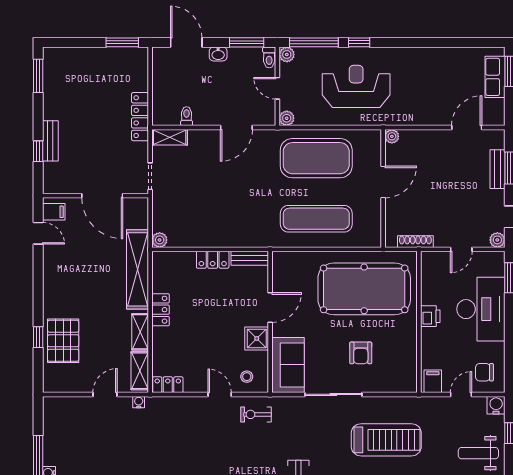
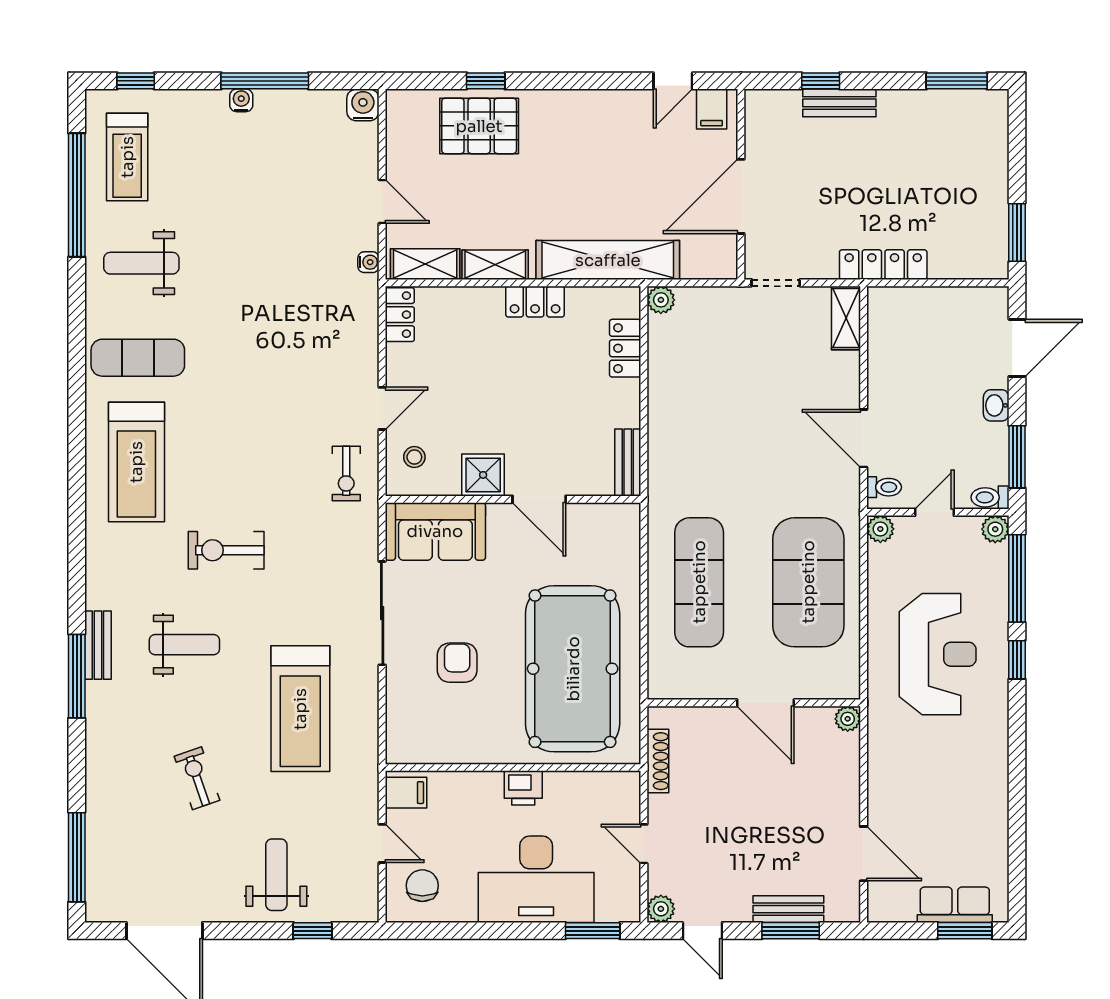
toilet: (187, 116) -> (884, 487), moved
locker: (213, 260) -> (625, 348), moved
armchair: (361, 353) -> (457, 663), turned 90
water cooler: (496, 405) -> (363, 105), moved, turned -90
exercise bike: (256, 414) -> (346, 474), turned 180

